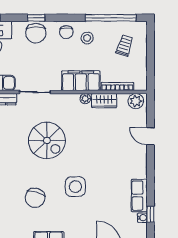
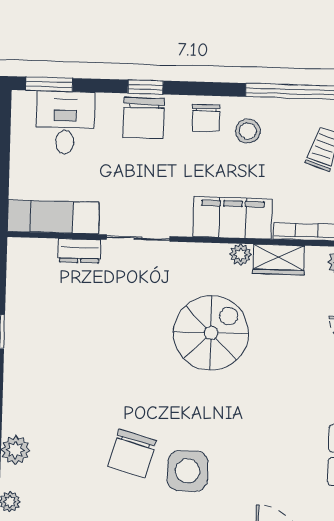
spiral stairs: (47, 140) -> (211, 333), moved, turned -90
side table: (75, 187) -> (188, 471), moved

